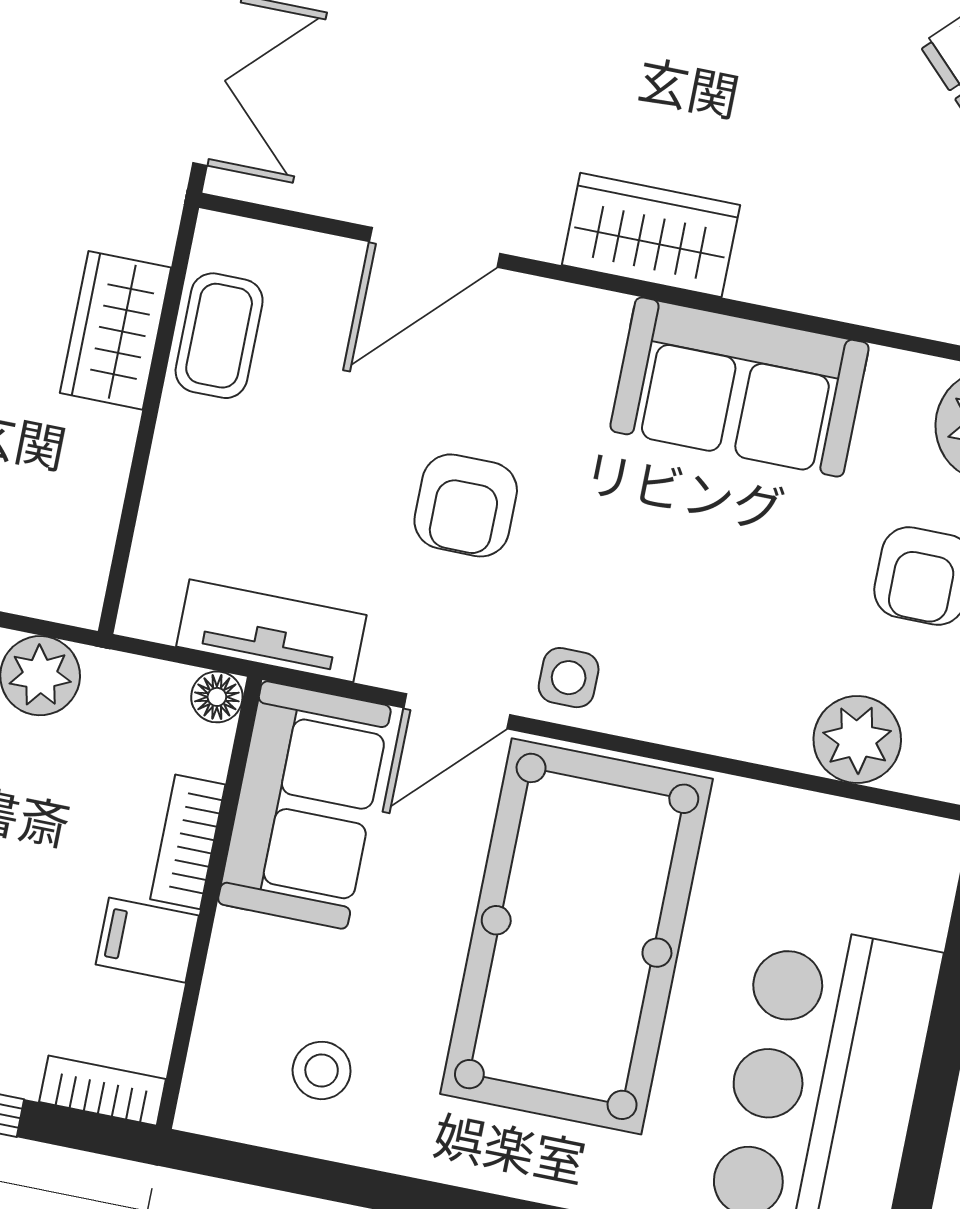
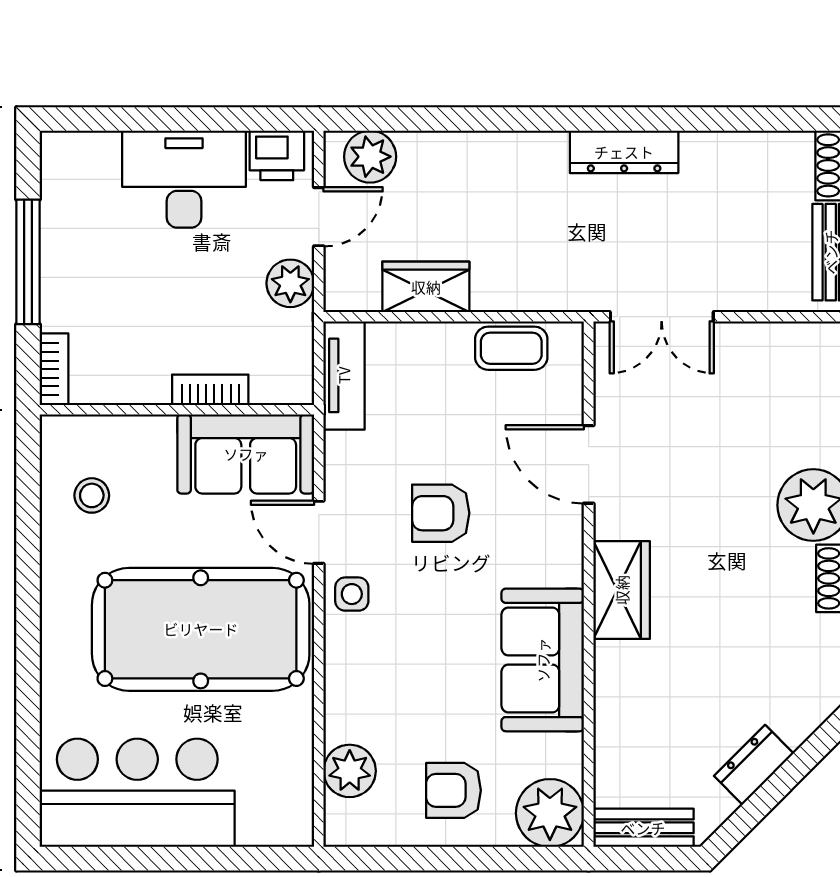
wardrobe: (116, 330) -> (426, 287), moved
tv unit: (271, 631) -> (344, 375), moved
floor lamp: (217, 697) -> (299, 390), removed
filing cabinet: (147, 940) -> (148, 378), removed

